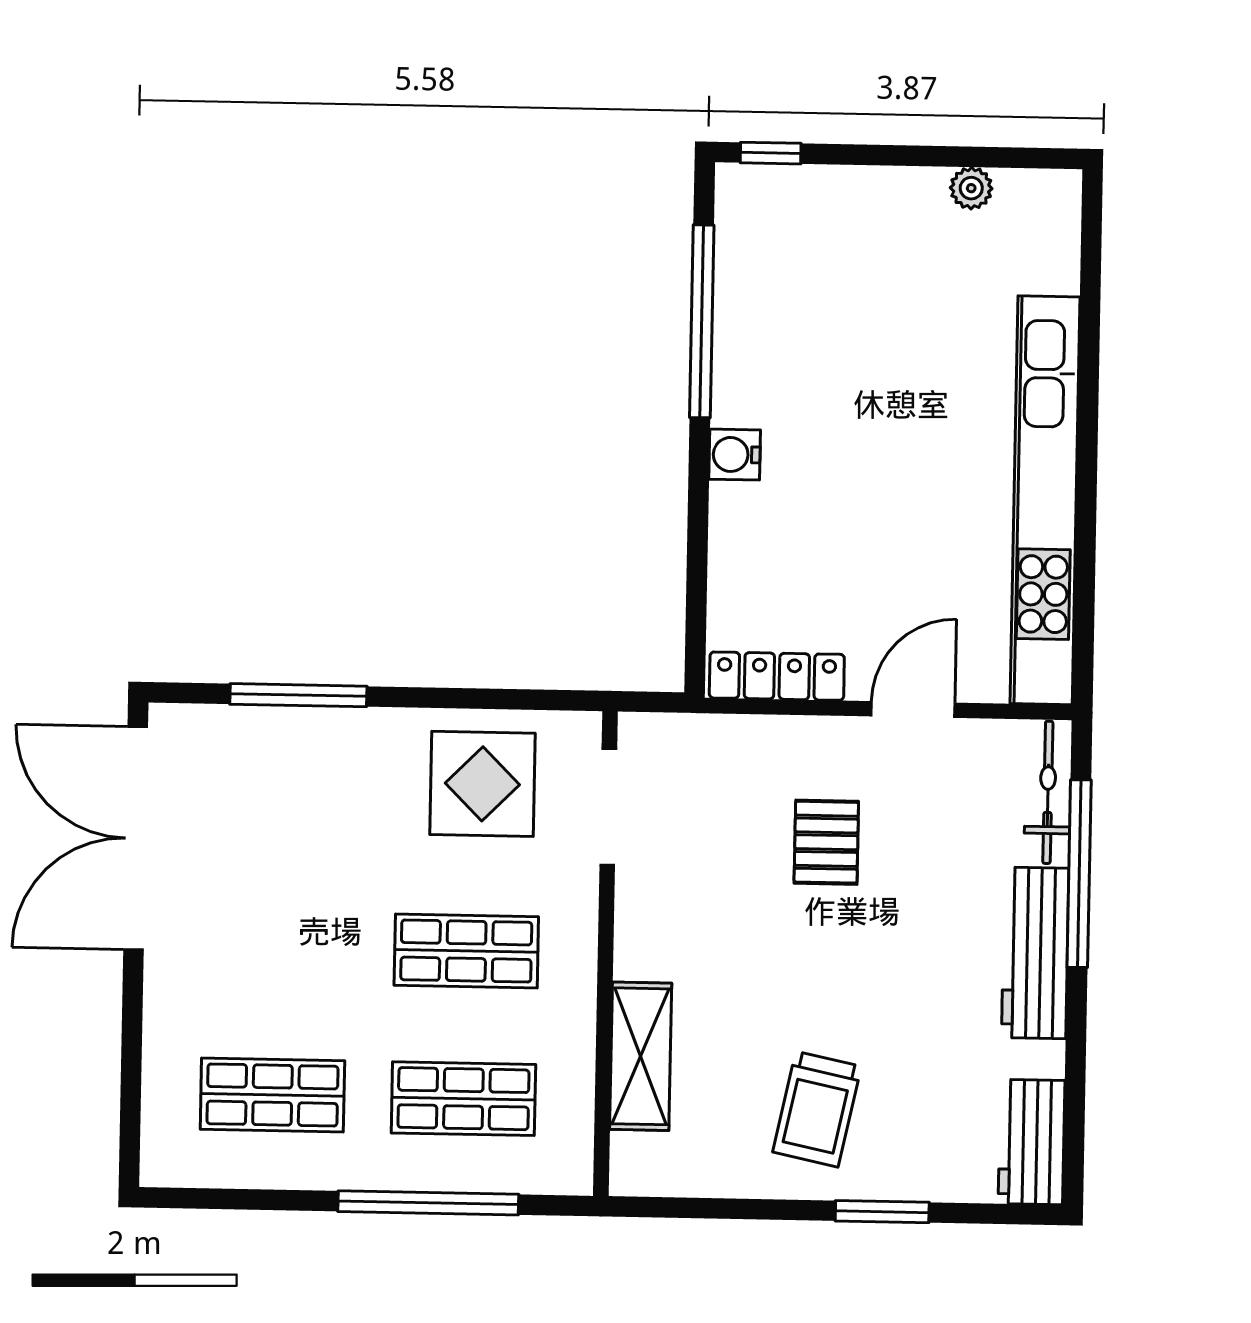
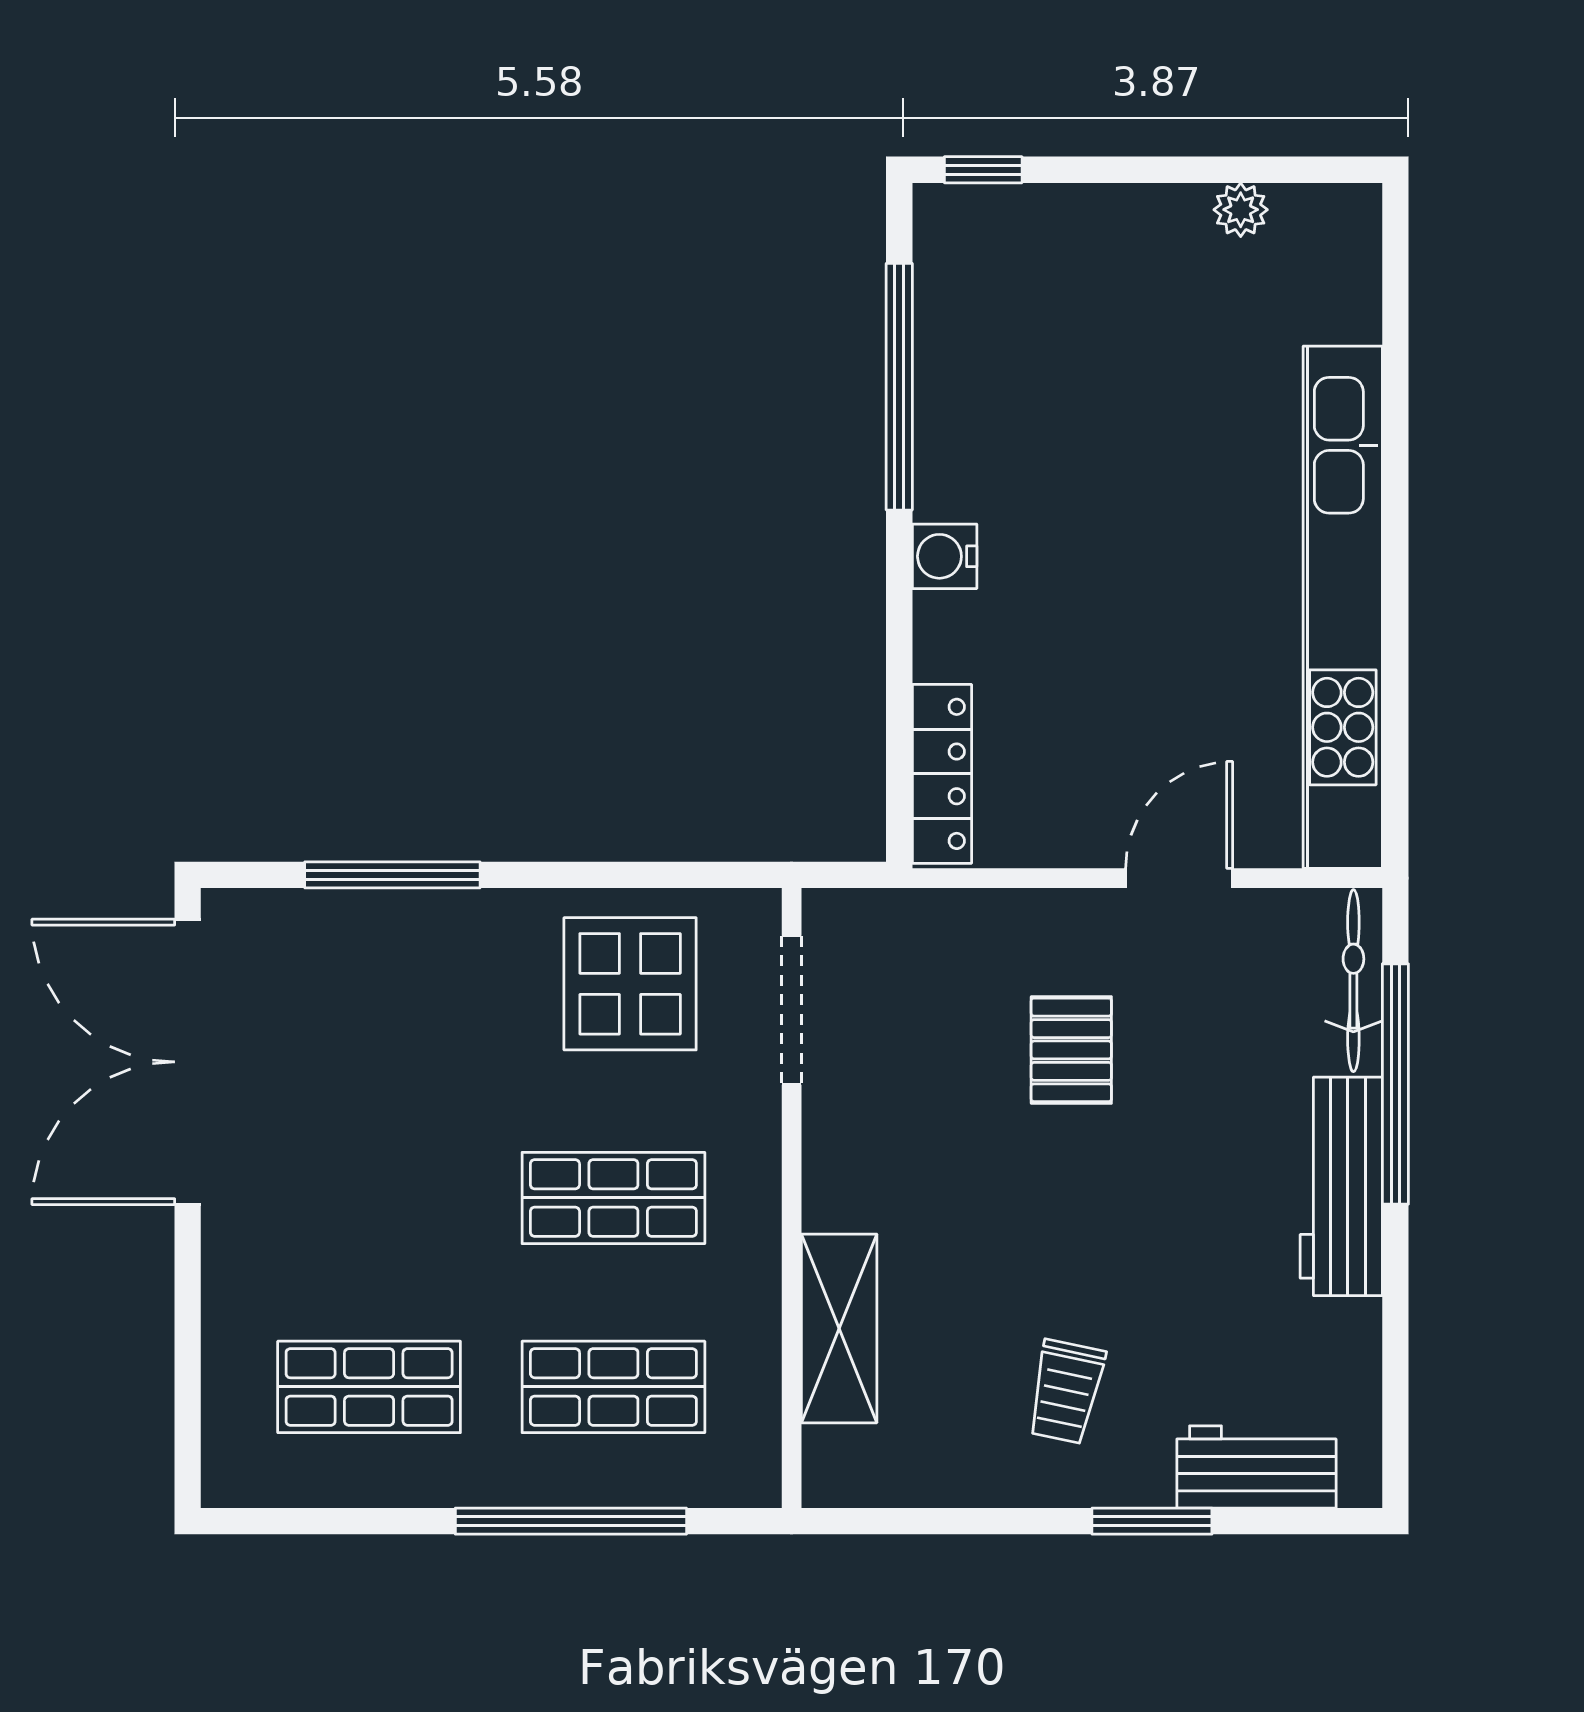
locker: (777, 676) -> (942, 774), moved, turned 90
trolley: (817, 1109) -> (1066, 1392), width x0.73, depth x0.72
workbench: (1032, 1142) -> (1256, 1467), moved, turned 90

